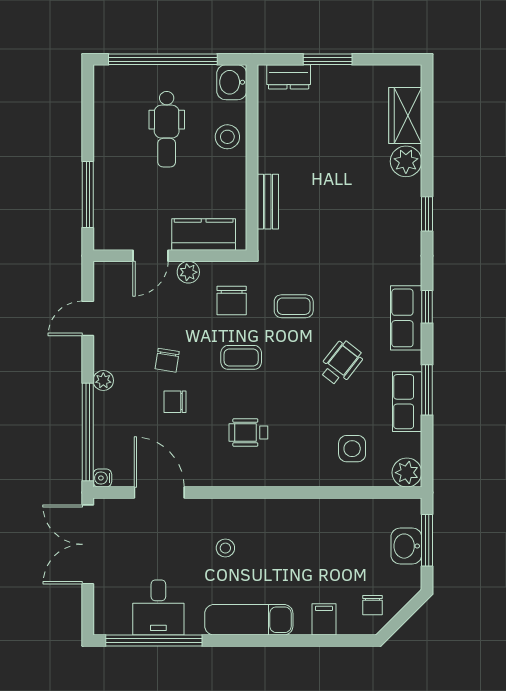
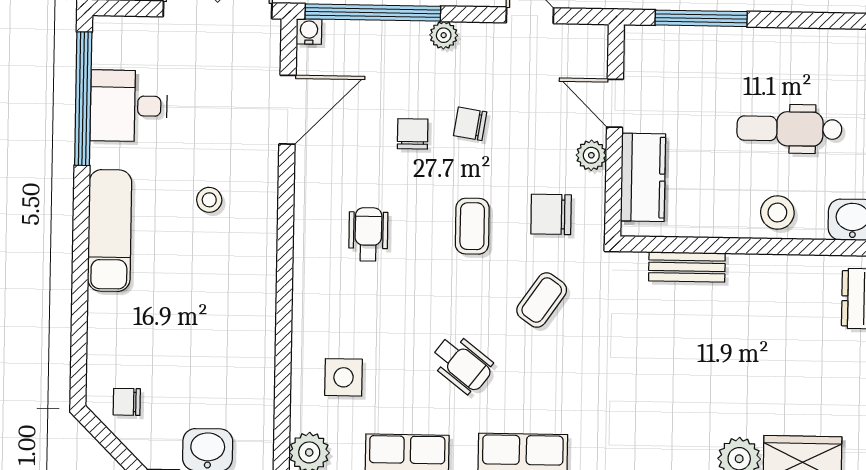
coffee table: (294, 306) -> (542, 300), turned 35
filing cabinet: (324, 619) -> (108, 334), removed

